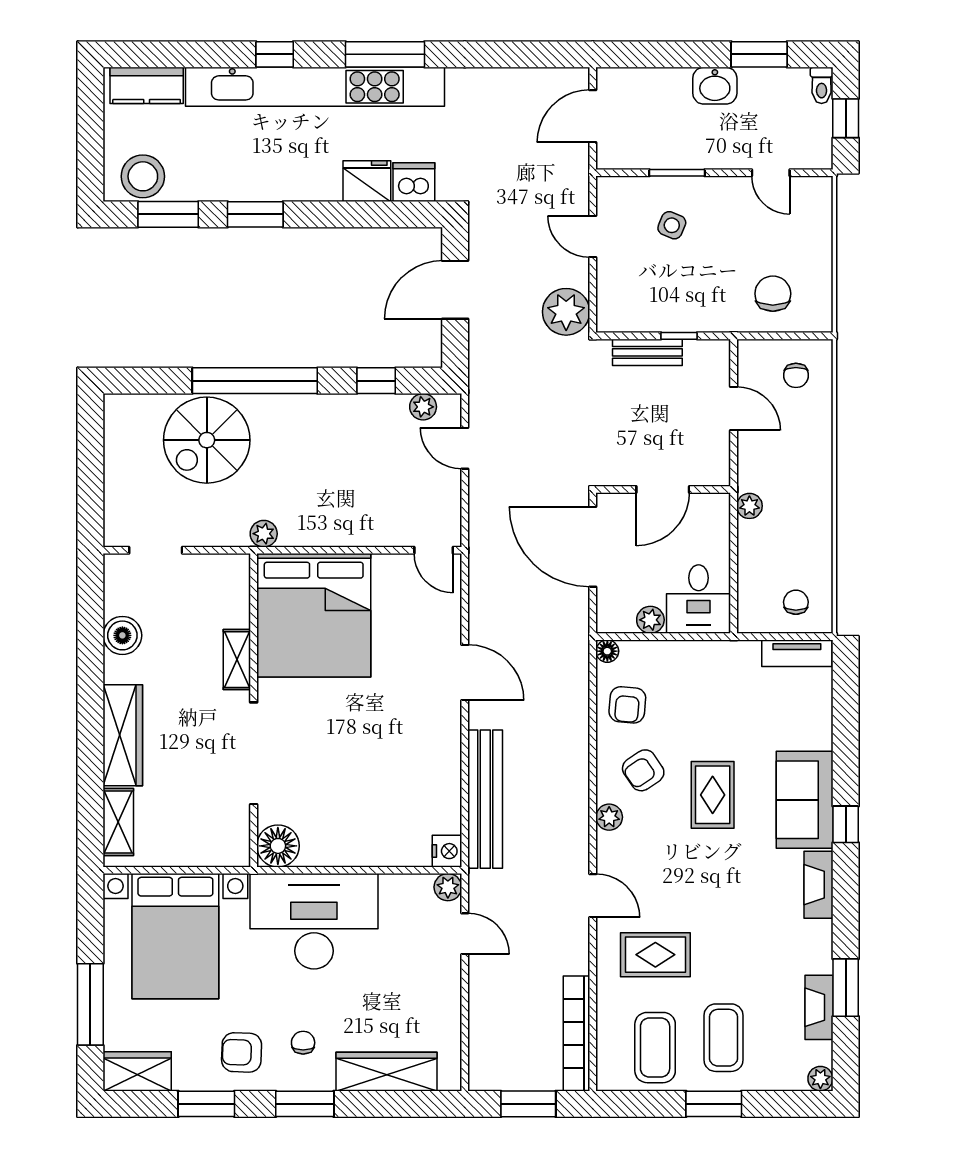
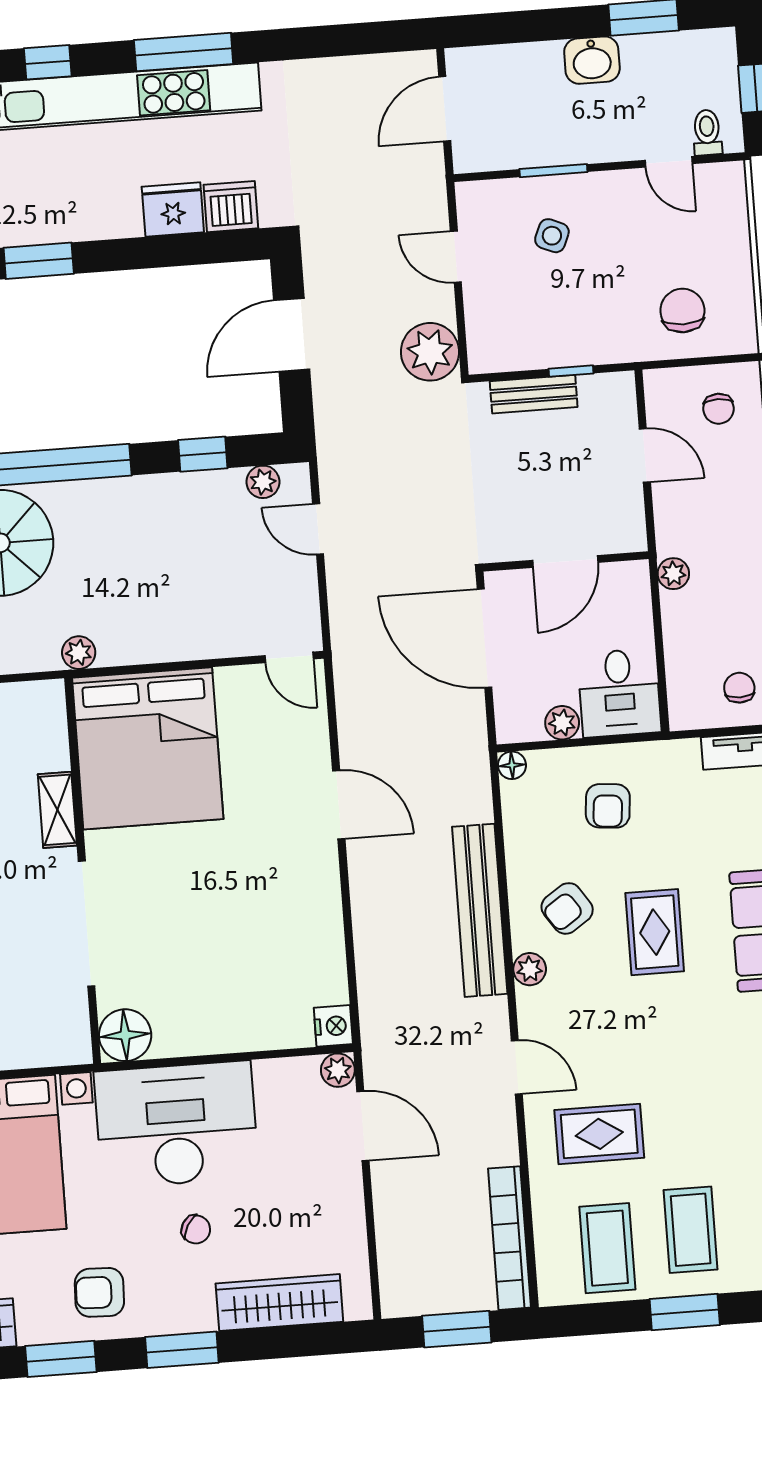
toilet: (822, 85) -> (707, 132), moved, turned 180
armchair: (627, 705) -> (608, 806), moved
bench: (485, 799) -> (480, 910), moved
door: (465, 934) -> (363, 1126), width x1.38
chair: (303, 1043) -> (196, 1229), moved, turned 120

